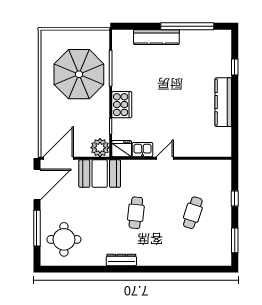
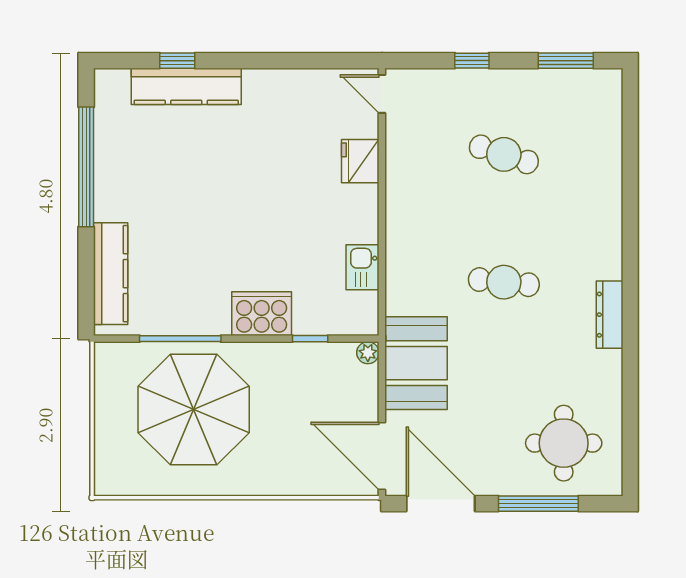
kitchen counter: (156, 37) -> (111, 274), moved
kitchen counter: (223, 102) -> (186, 86), moved
plant: (100, 148) -> (368, 353), width x0.53, depth x0.53
fridge: (122, 149) -> (360, 161), moved
door: (165, 158) -> (382, 94), moved

